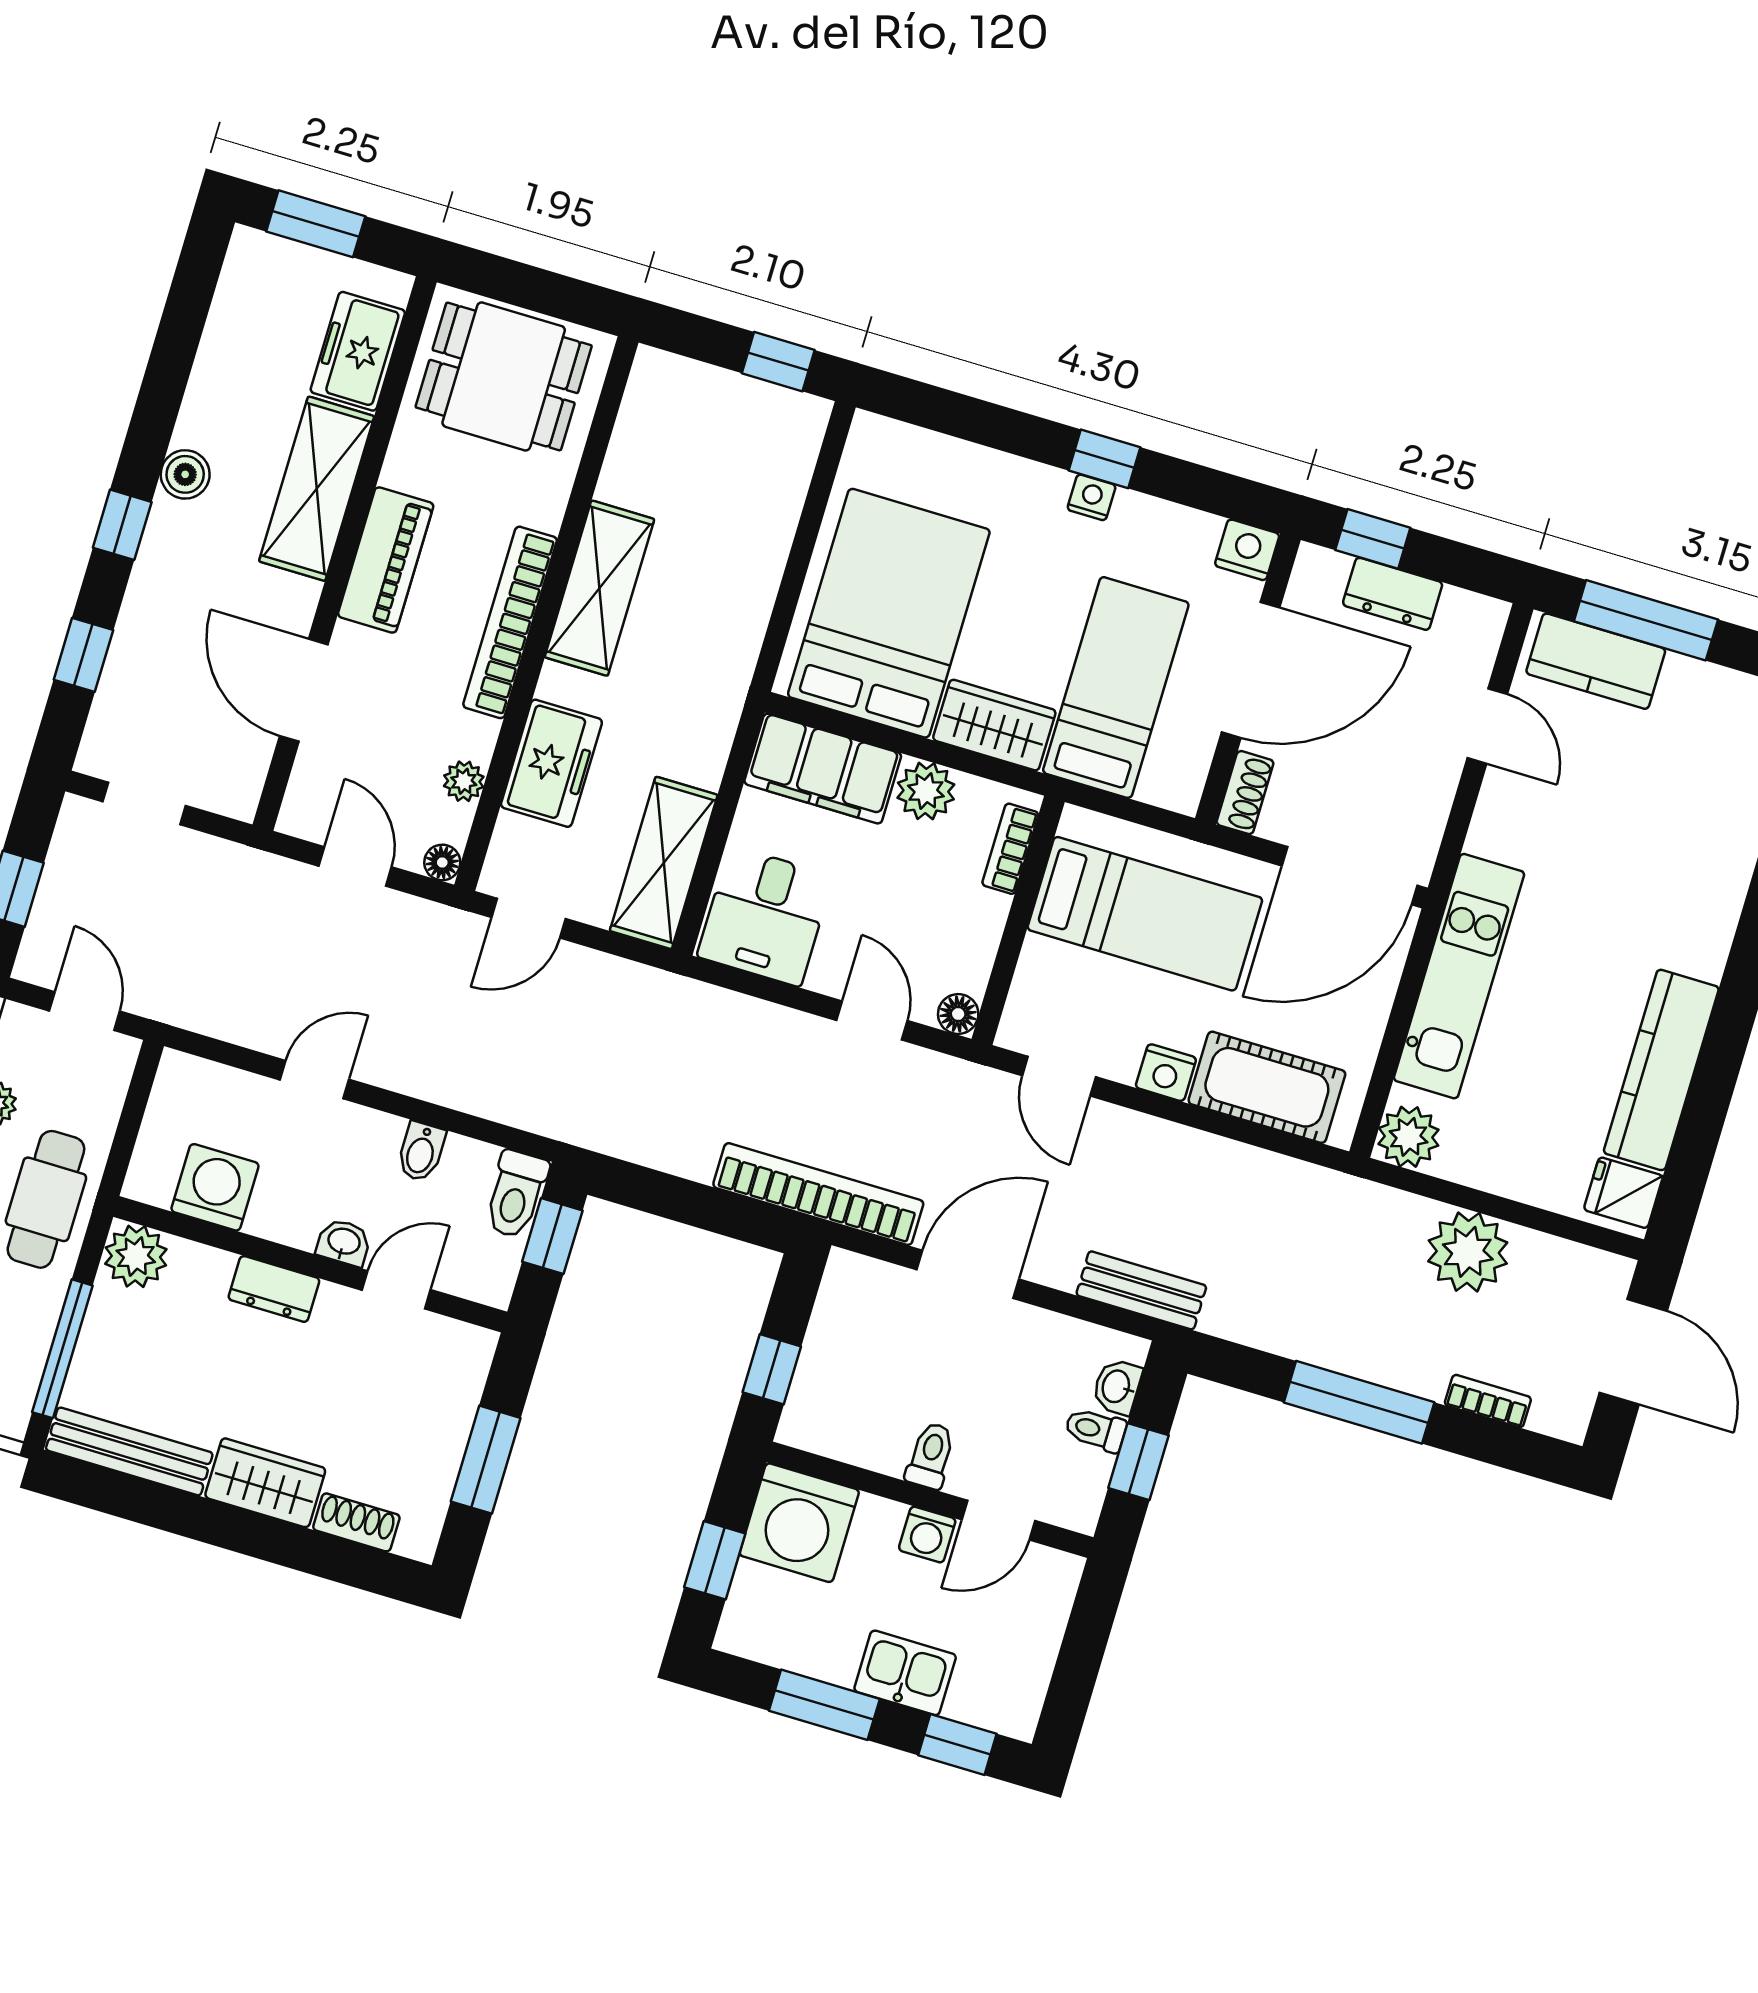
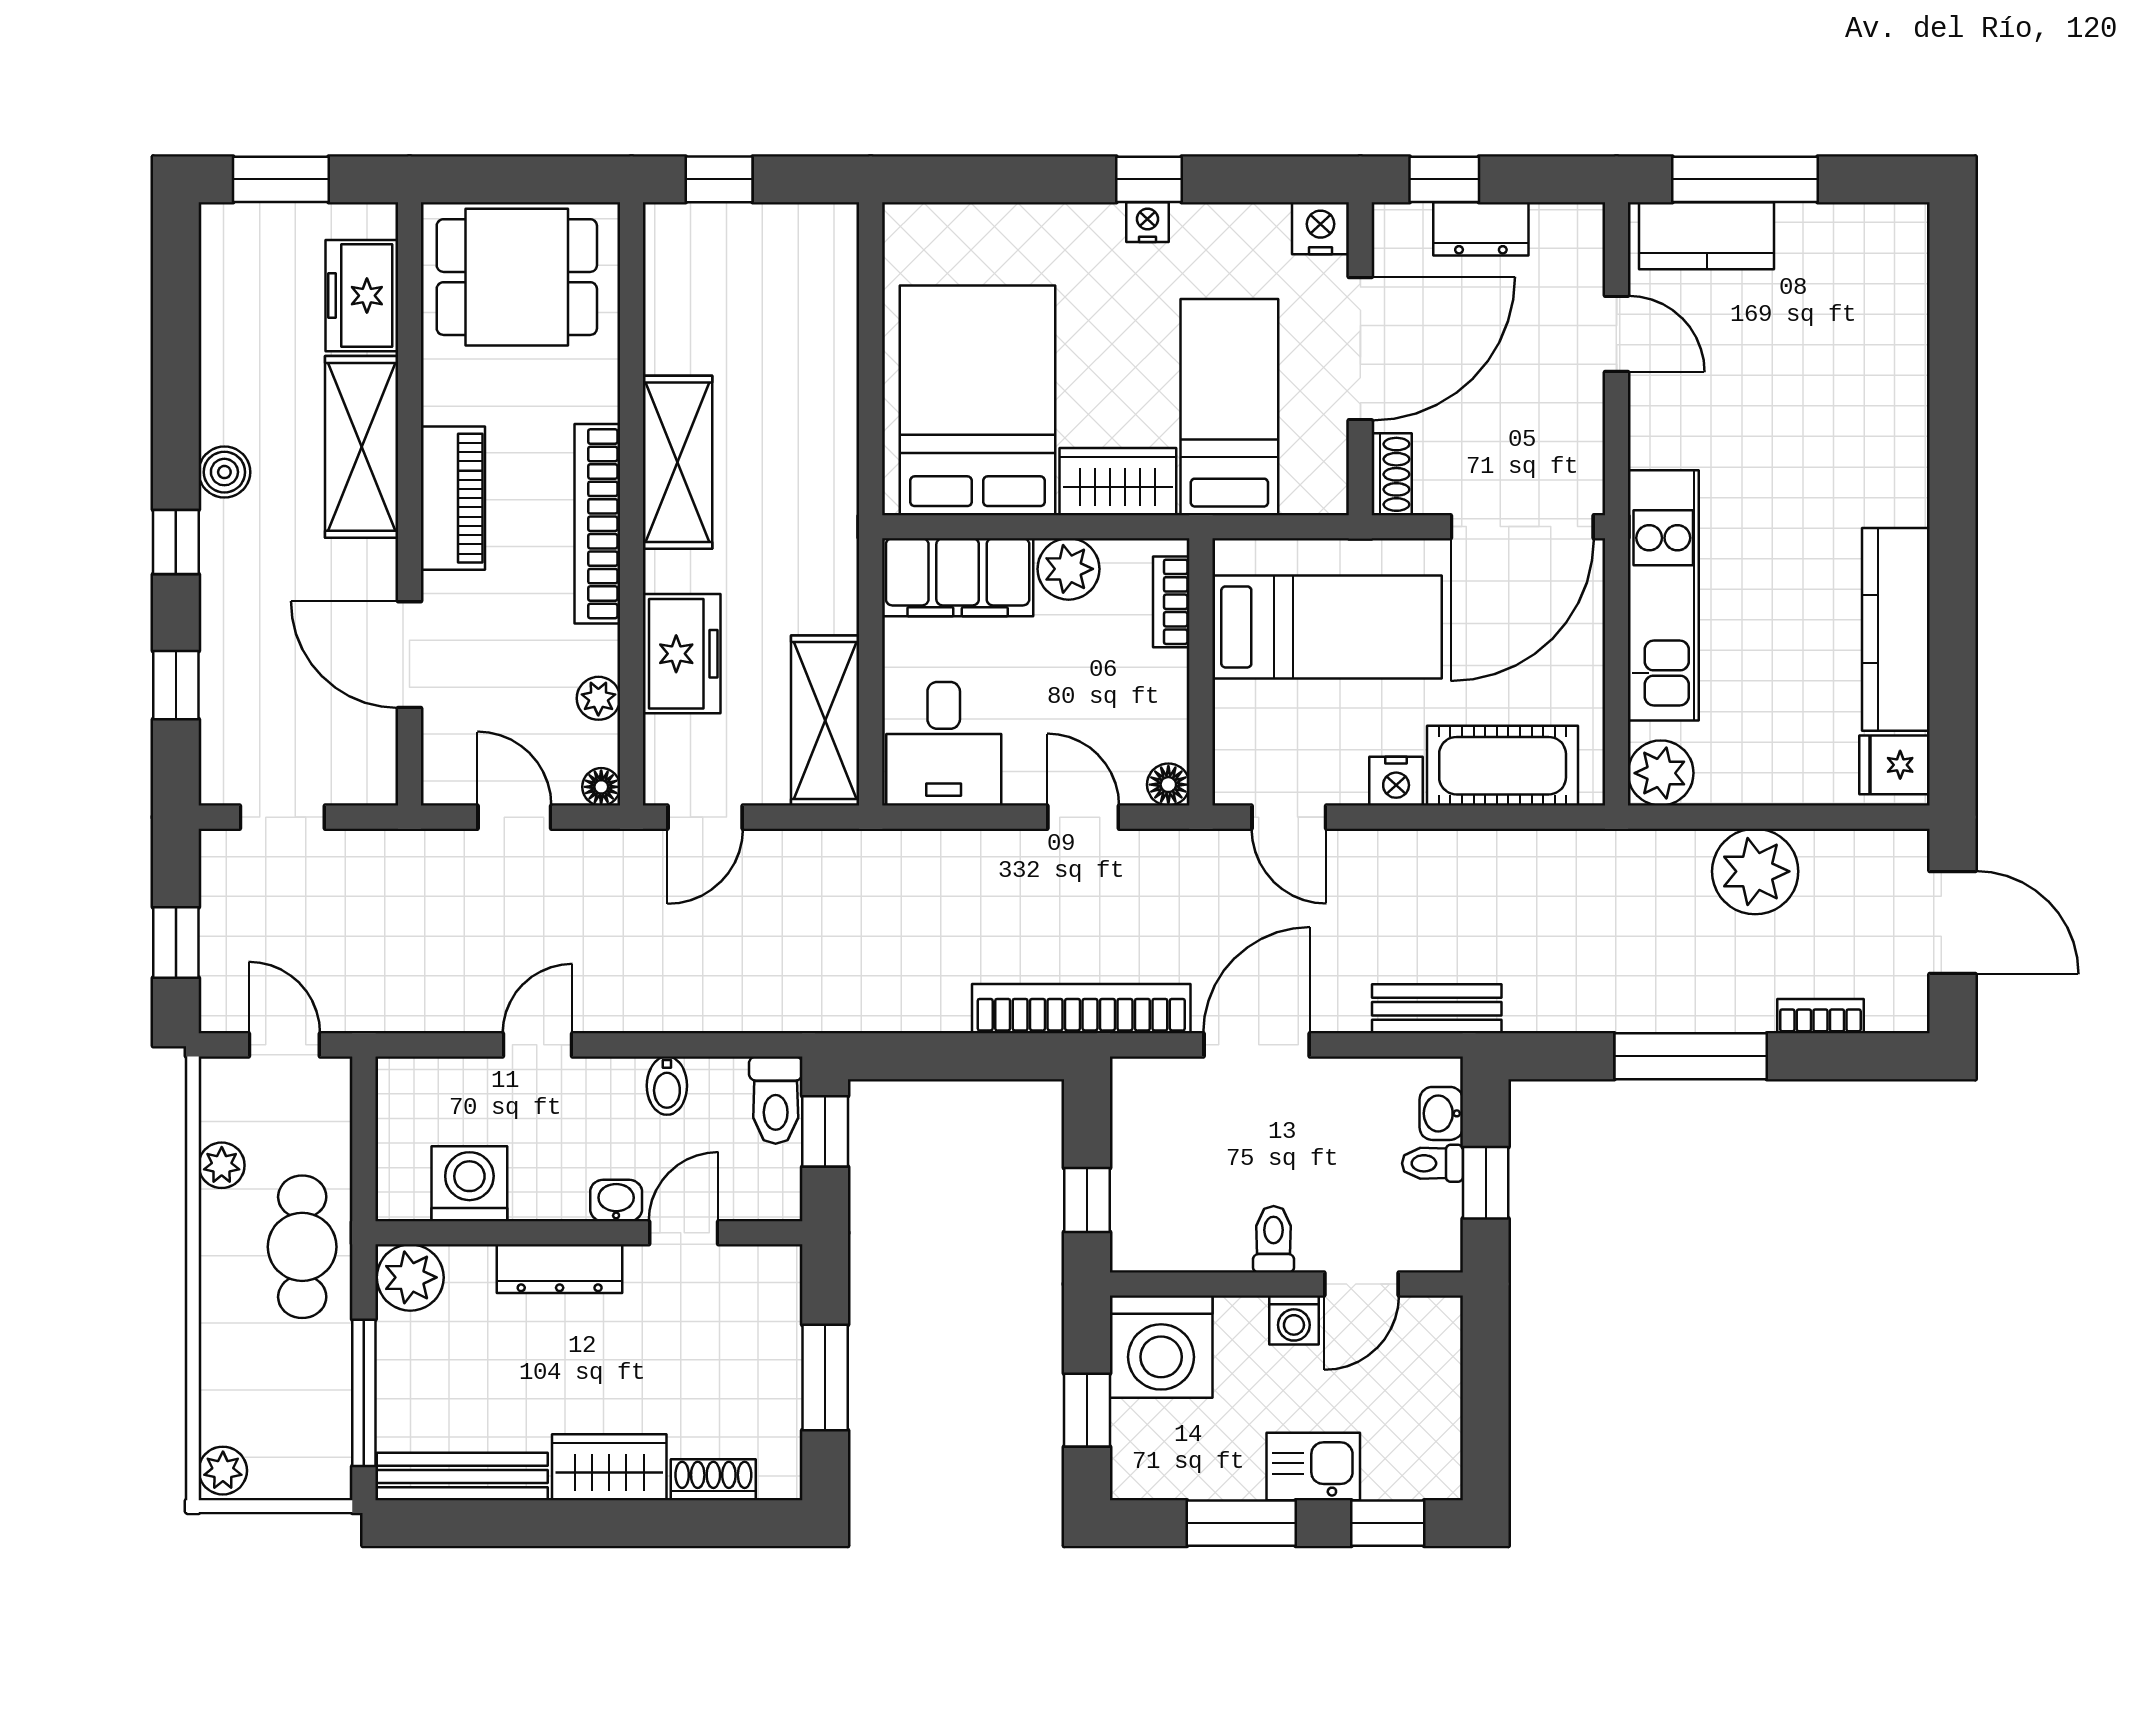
window: (778, 362) -> (719, 179), moved
dresser: (274, 1289) -> (560, 1269), width x1.44

